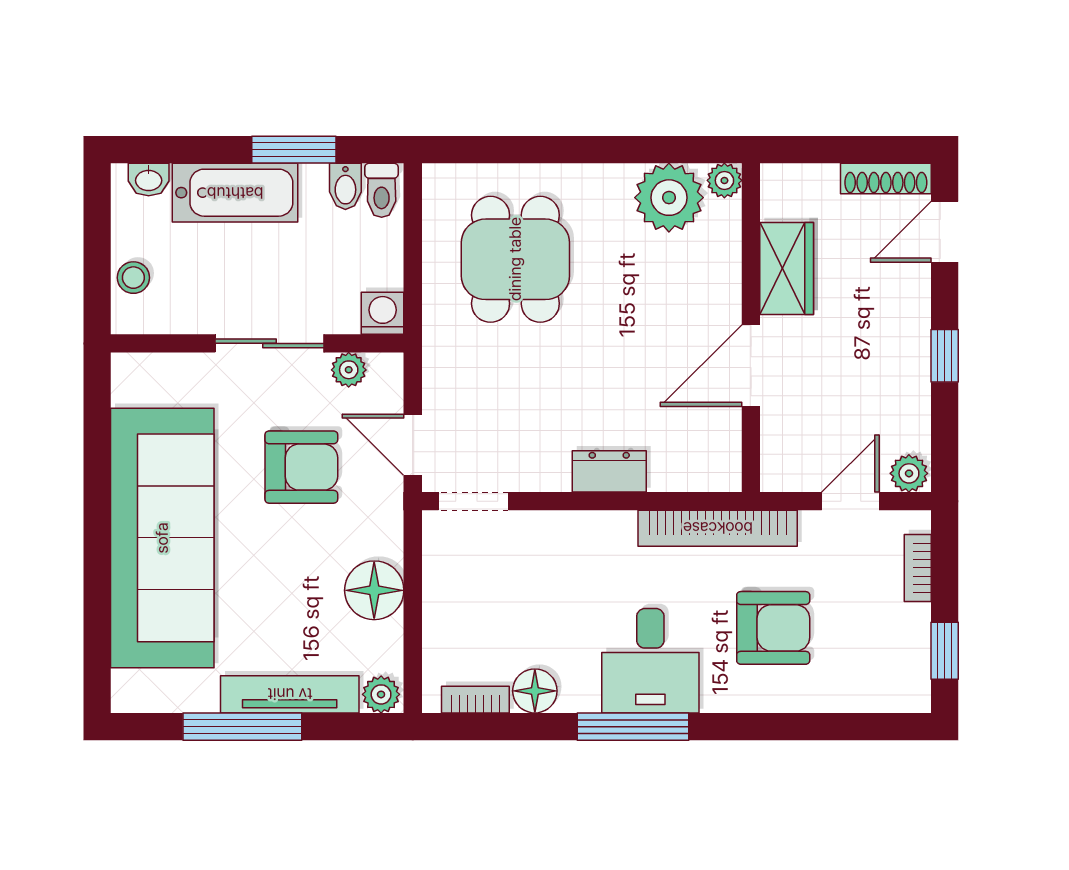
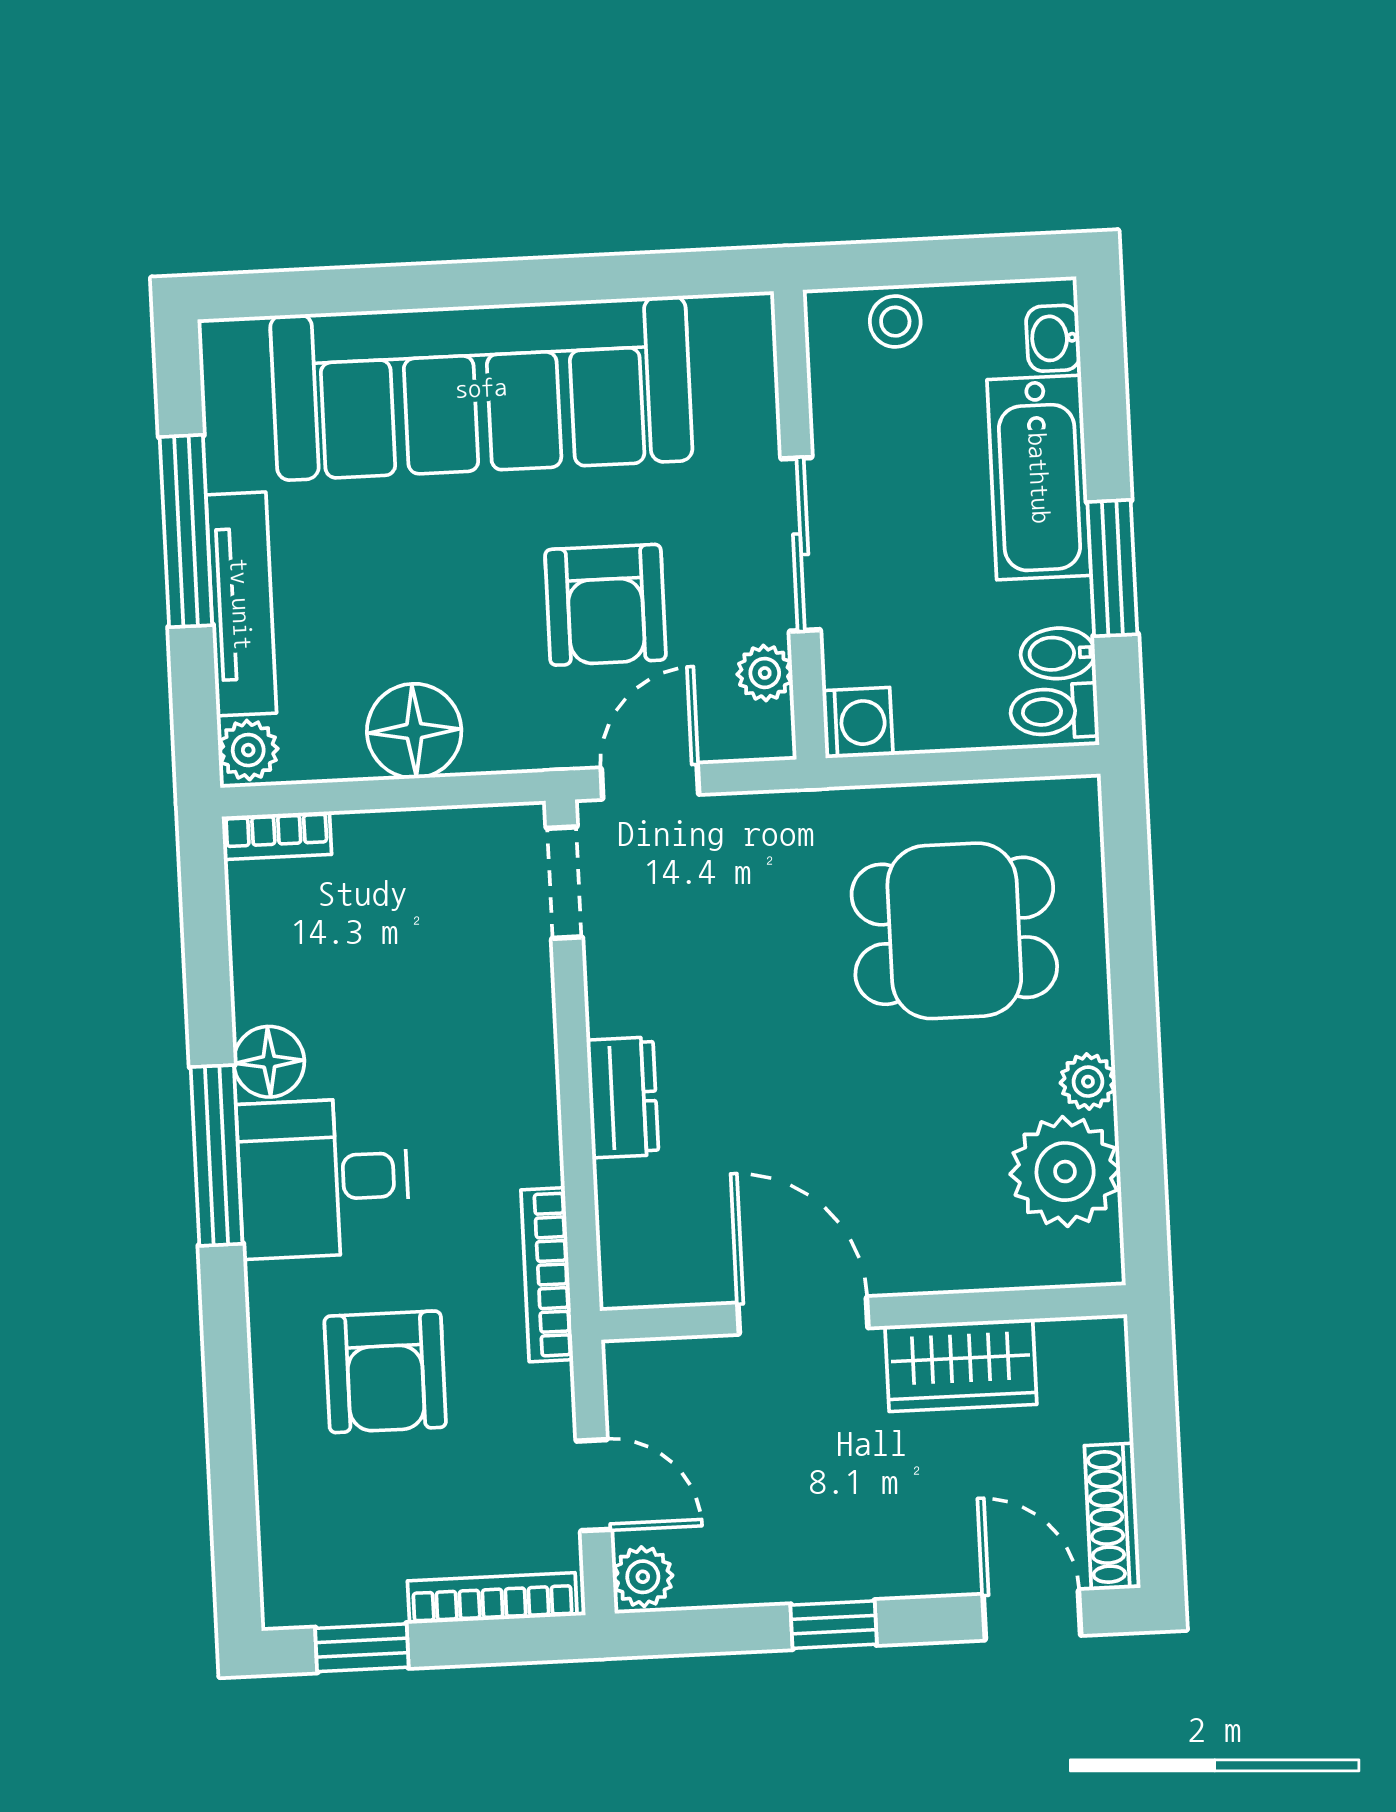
plant: (724, 180) -> (1088, 1082), moved
bookcase: (718, 528) -> (547, 1275), width x0.68, depth x0.76
bookcase: (918, 568) -> (492, 1598), width x1.56
floor lamp: (535, 691) -> (269, 1062), moved
bookcase: (475, 700) -> (277, 836), moved, turned 90

